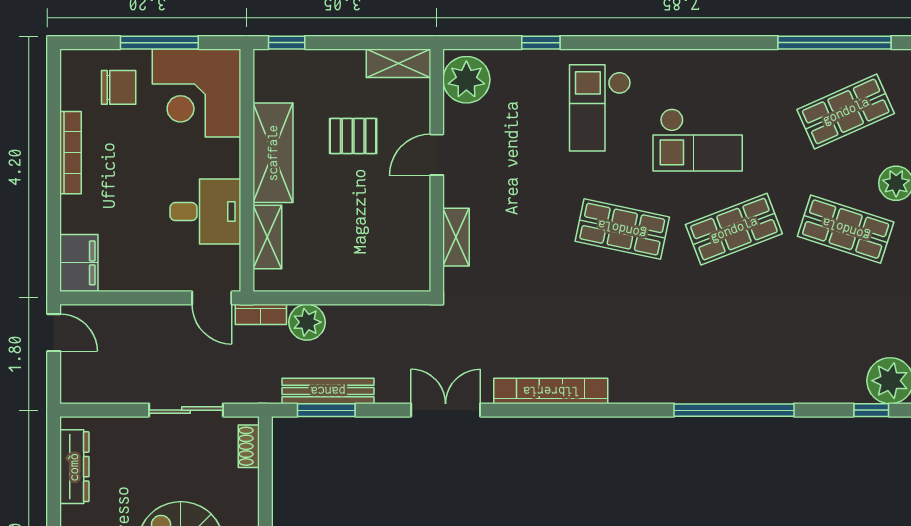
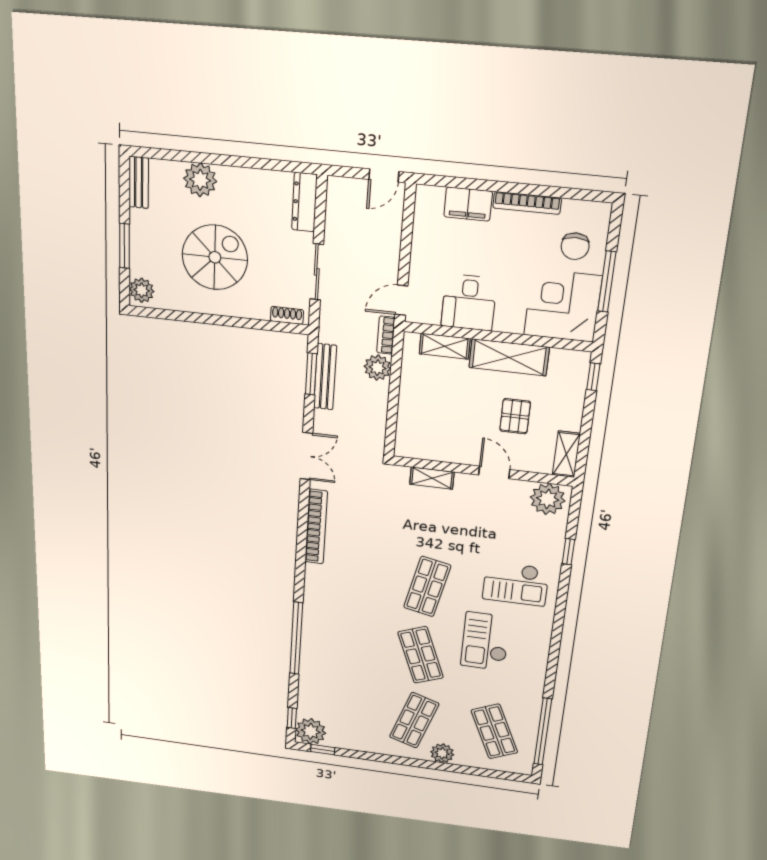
checkout: (600, 108) -> (516, 584), turned 180
filing cabinet: (79, 263) -> (468, 204), moved
dresser: (74, 467) -> (304, 202), moved, turned 90

